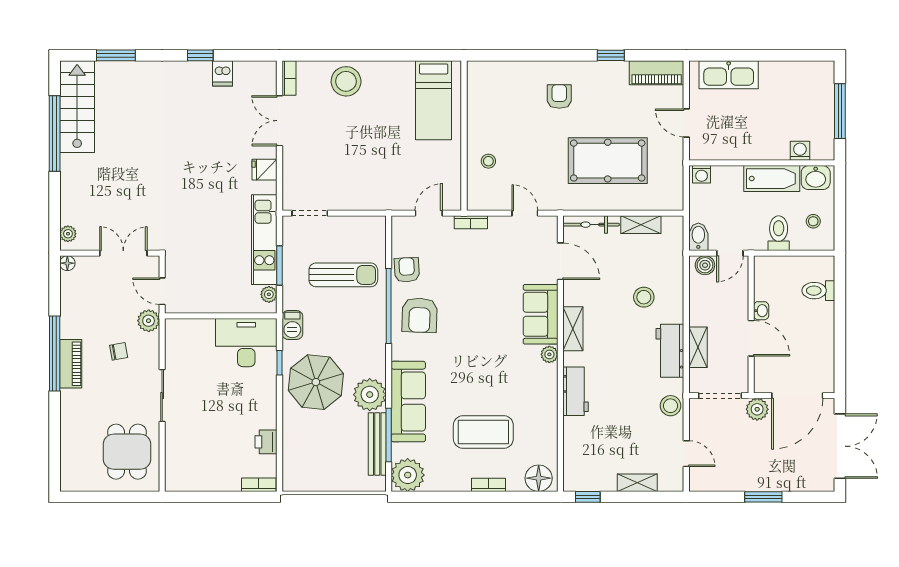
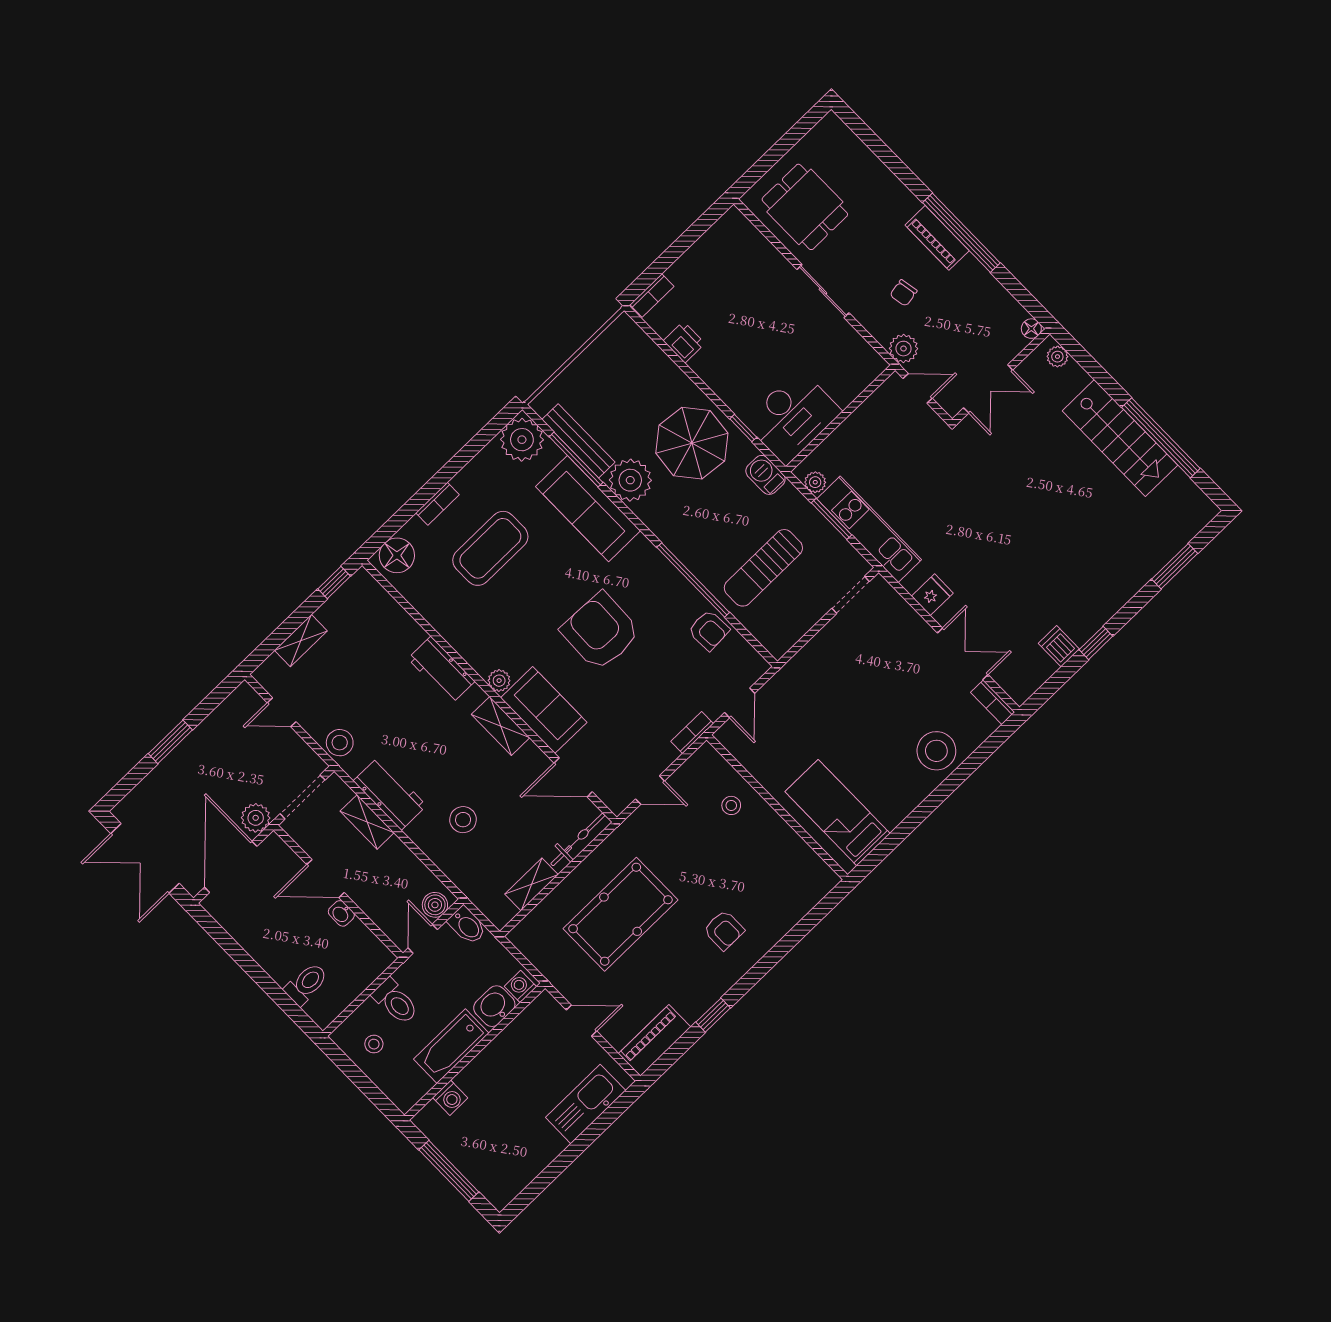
stairs: (77, 107) -> (1120, 438), moved
washbasin: (816, 178) -> (494, 1006), moved
armchair: (420, 315) -> (600, 631), moved, width x1.36, depth x1.36

